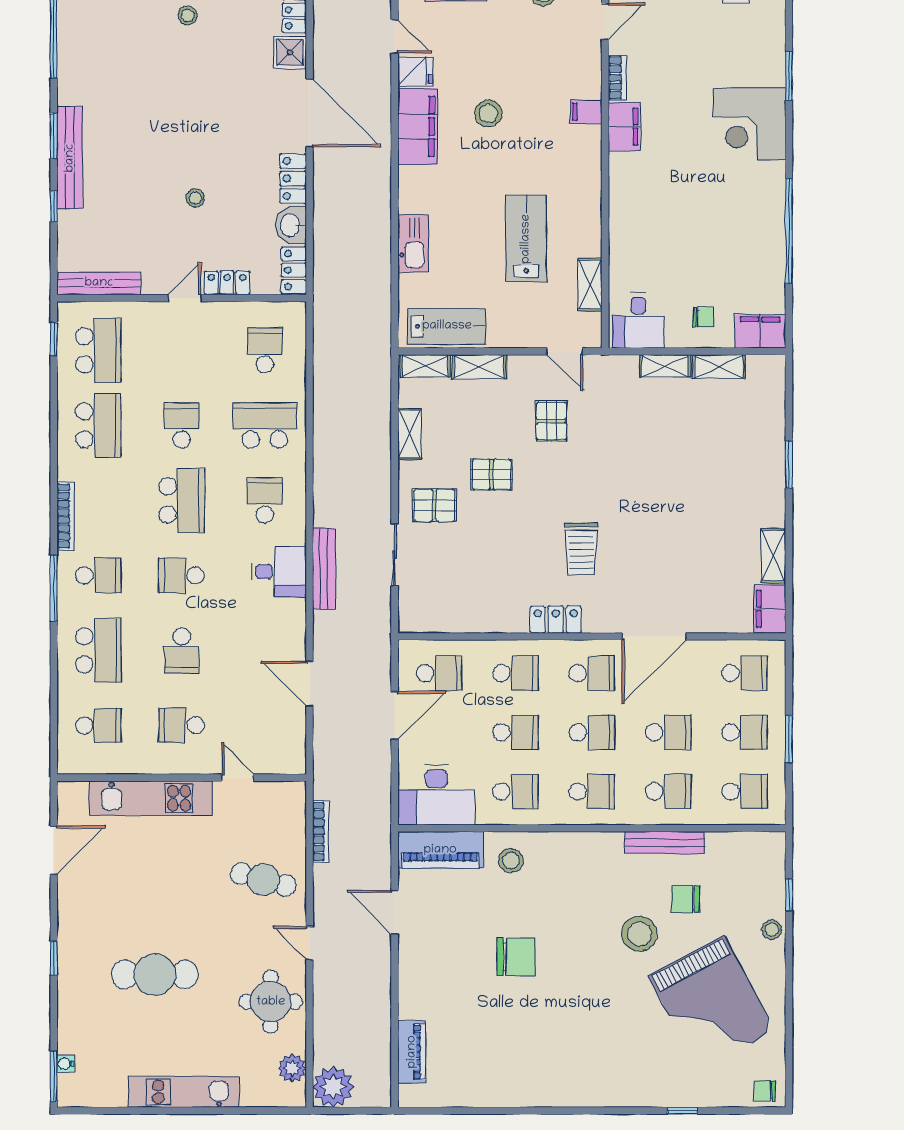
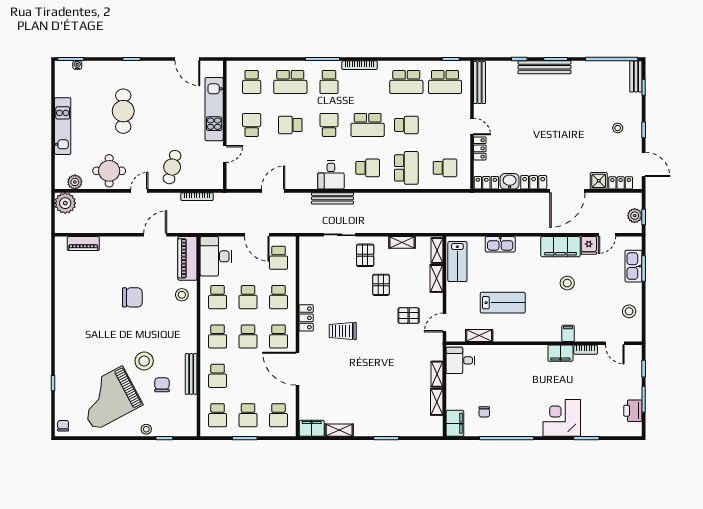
stool: (195, 198) -> (524, 132), removed
chair: (704, 317) -> (484, 412), moved
school desk: (668, 732) -> (248, 376), removed
chair: (516, 957) -> (132, 297), turned -90

